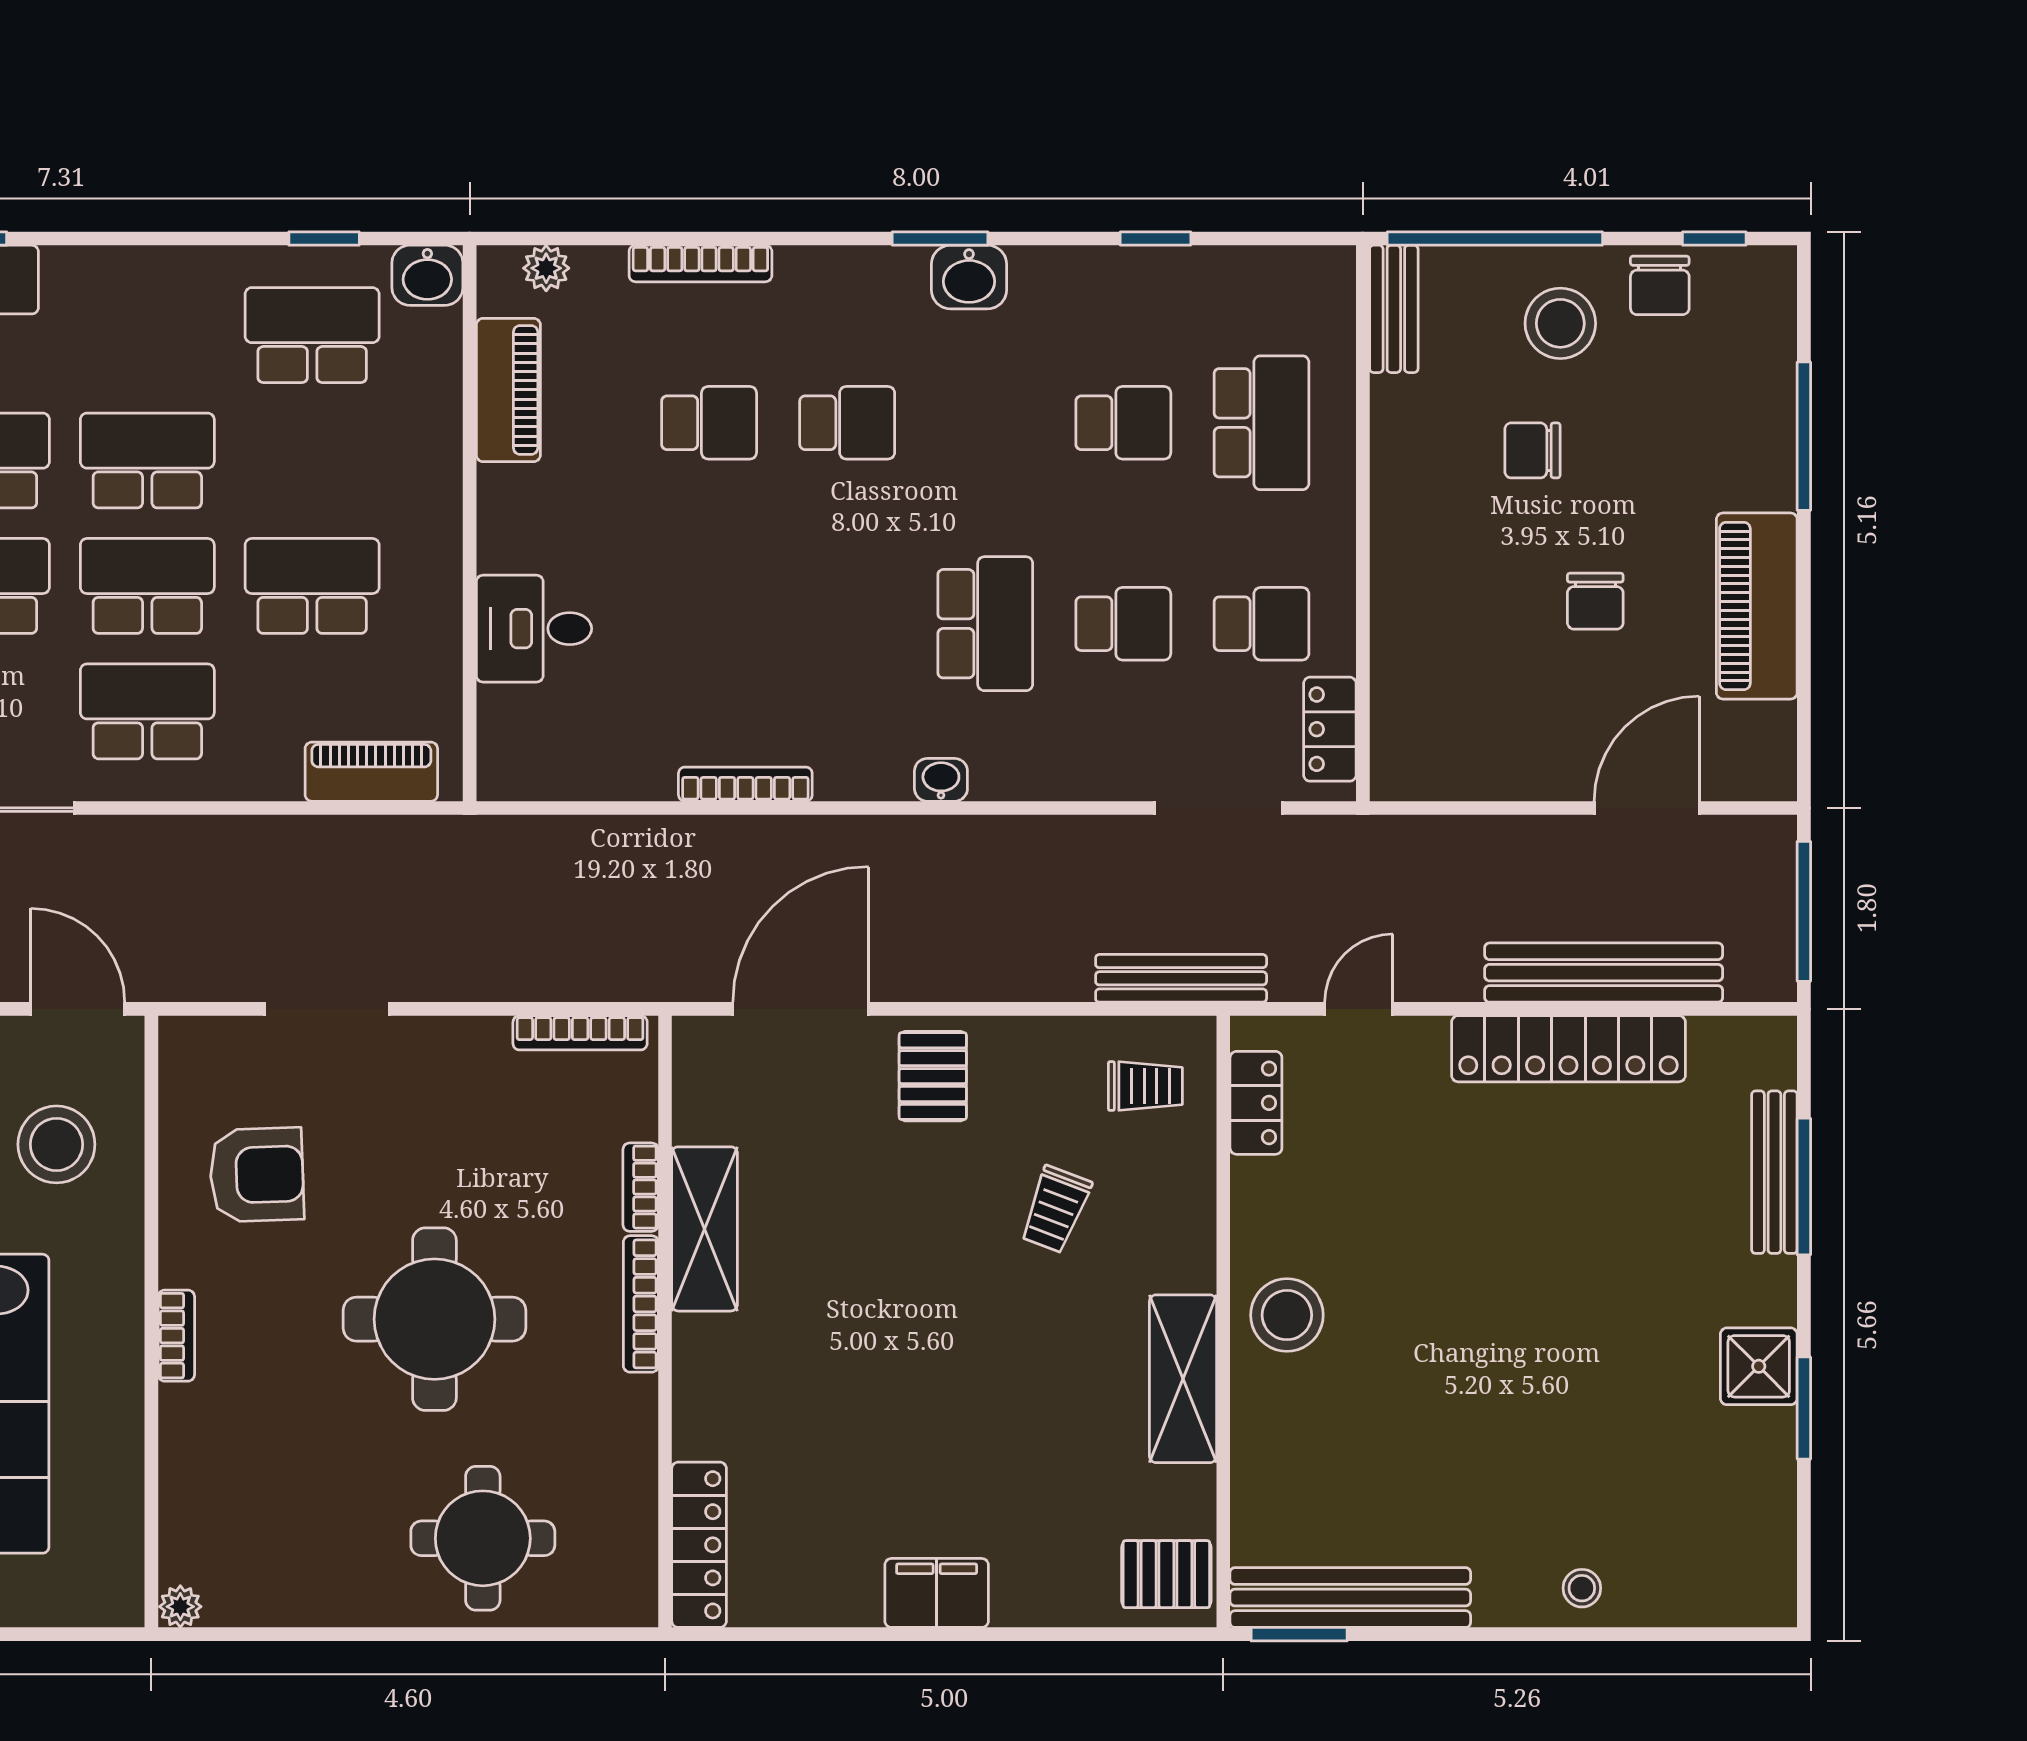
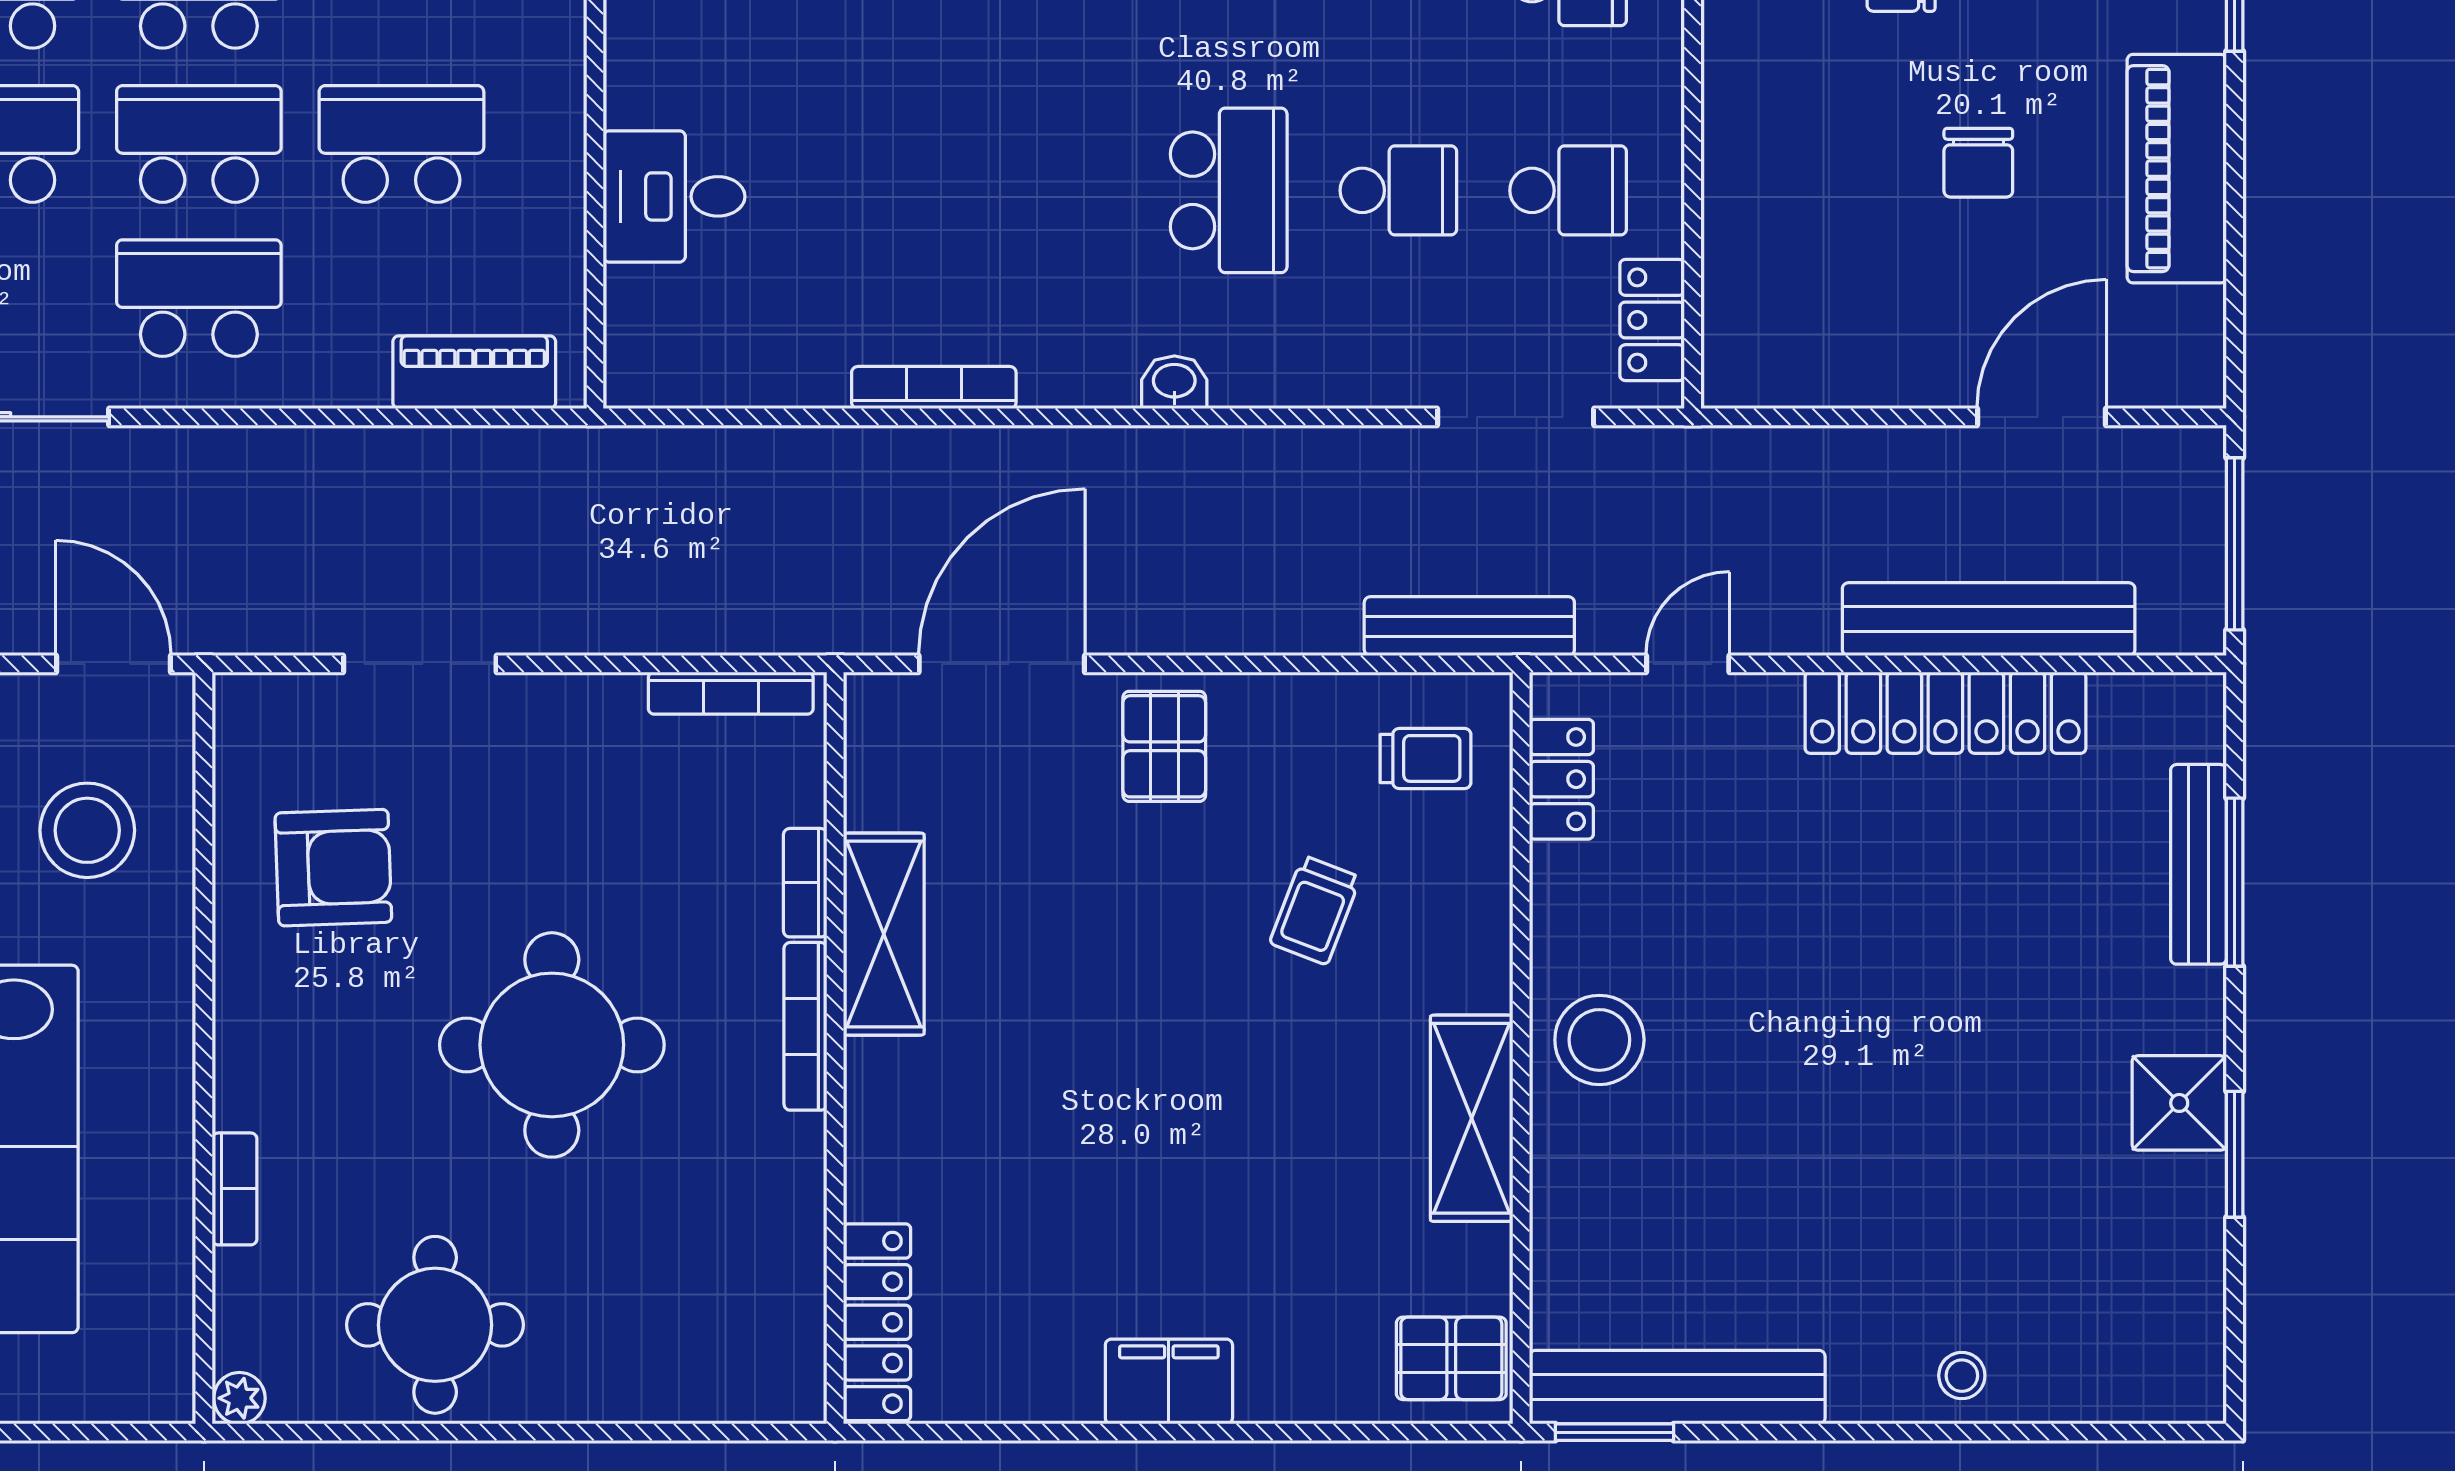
bookcase: (176, 1336) -> (235, 1189), moved
round table: (483, 1538) -> (435, 1325), moved

